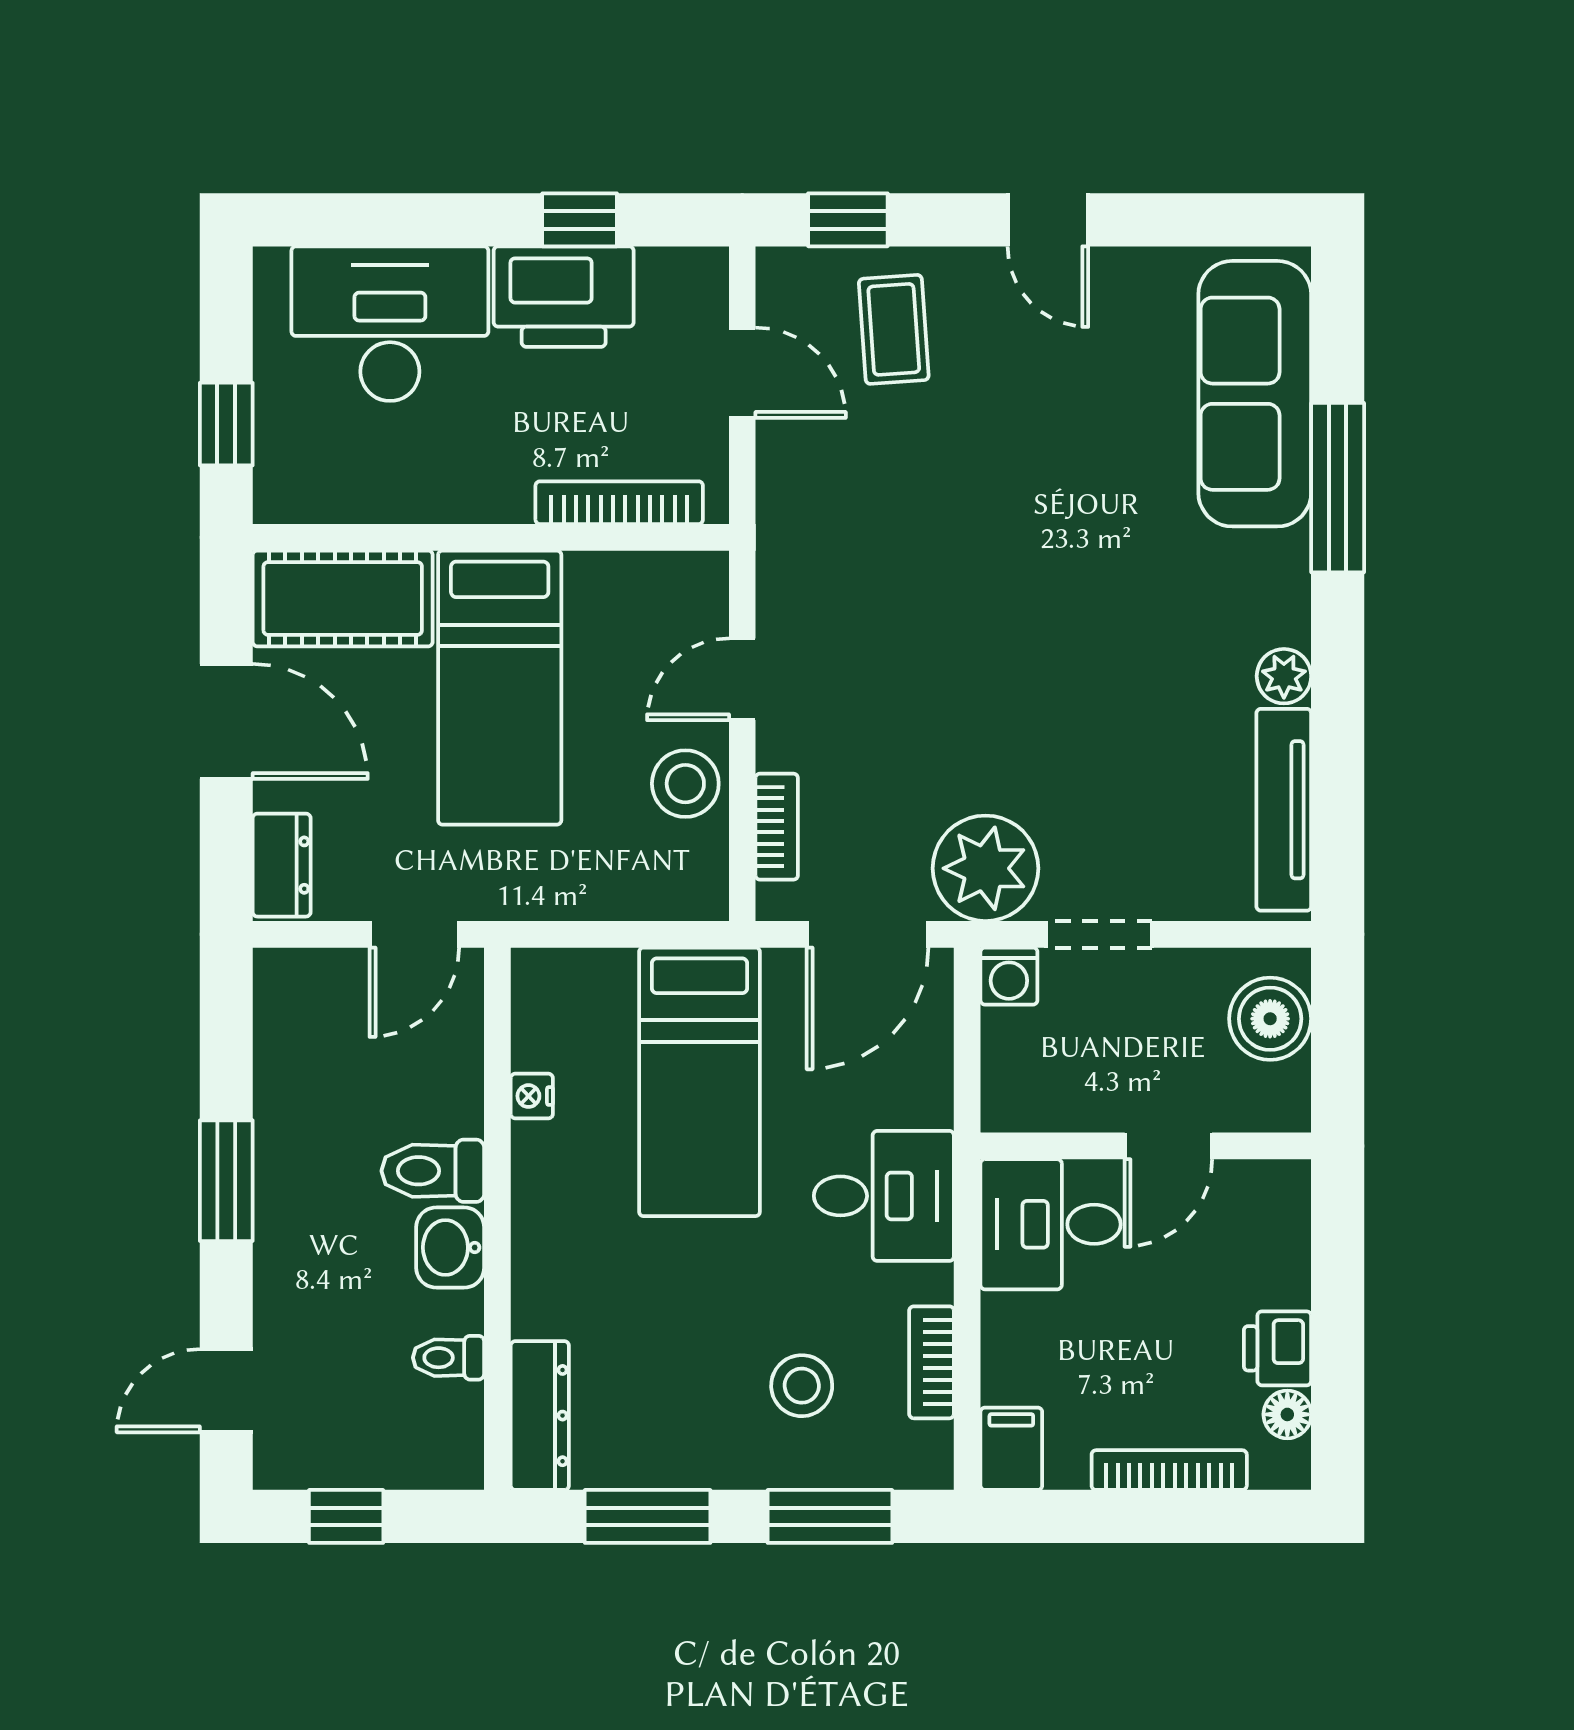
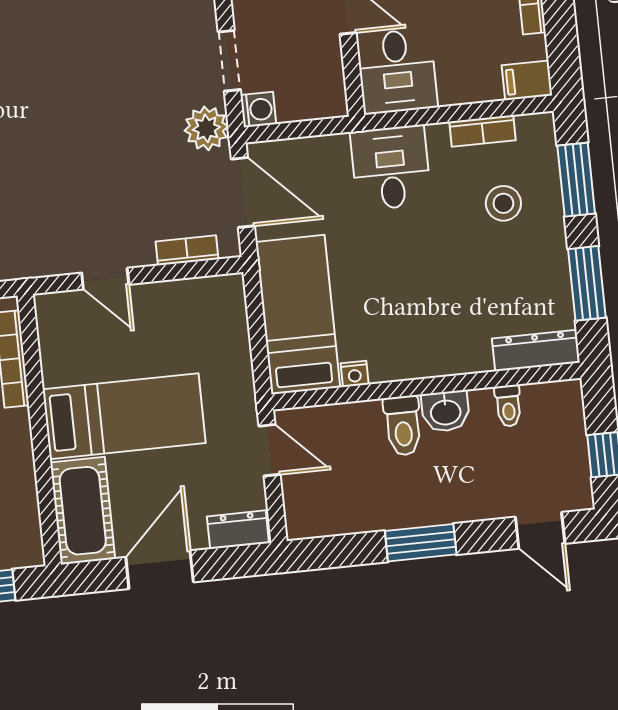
stool: (685, 784) -> (168, 305), removed
plant: (985, 868) -> (206, 128), width x0.73, depth x0.73
bed: (699, 1082) -> (298, 315), moved, turned -90

